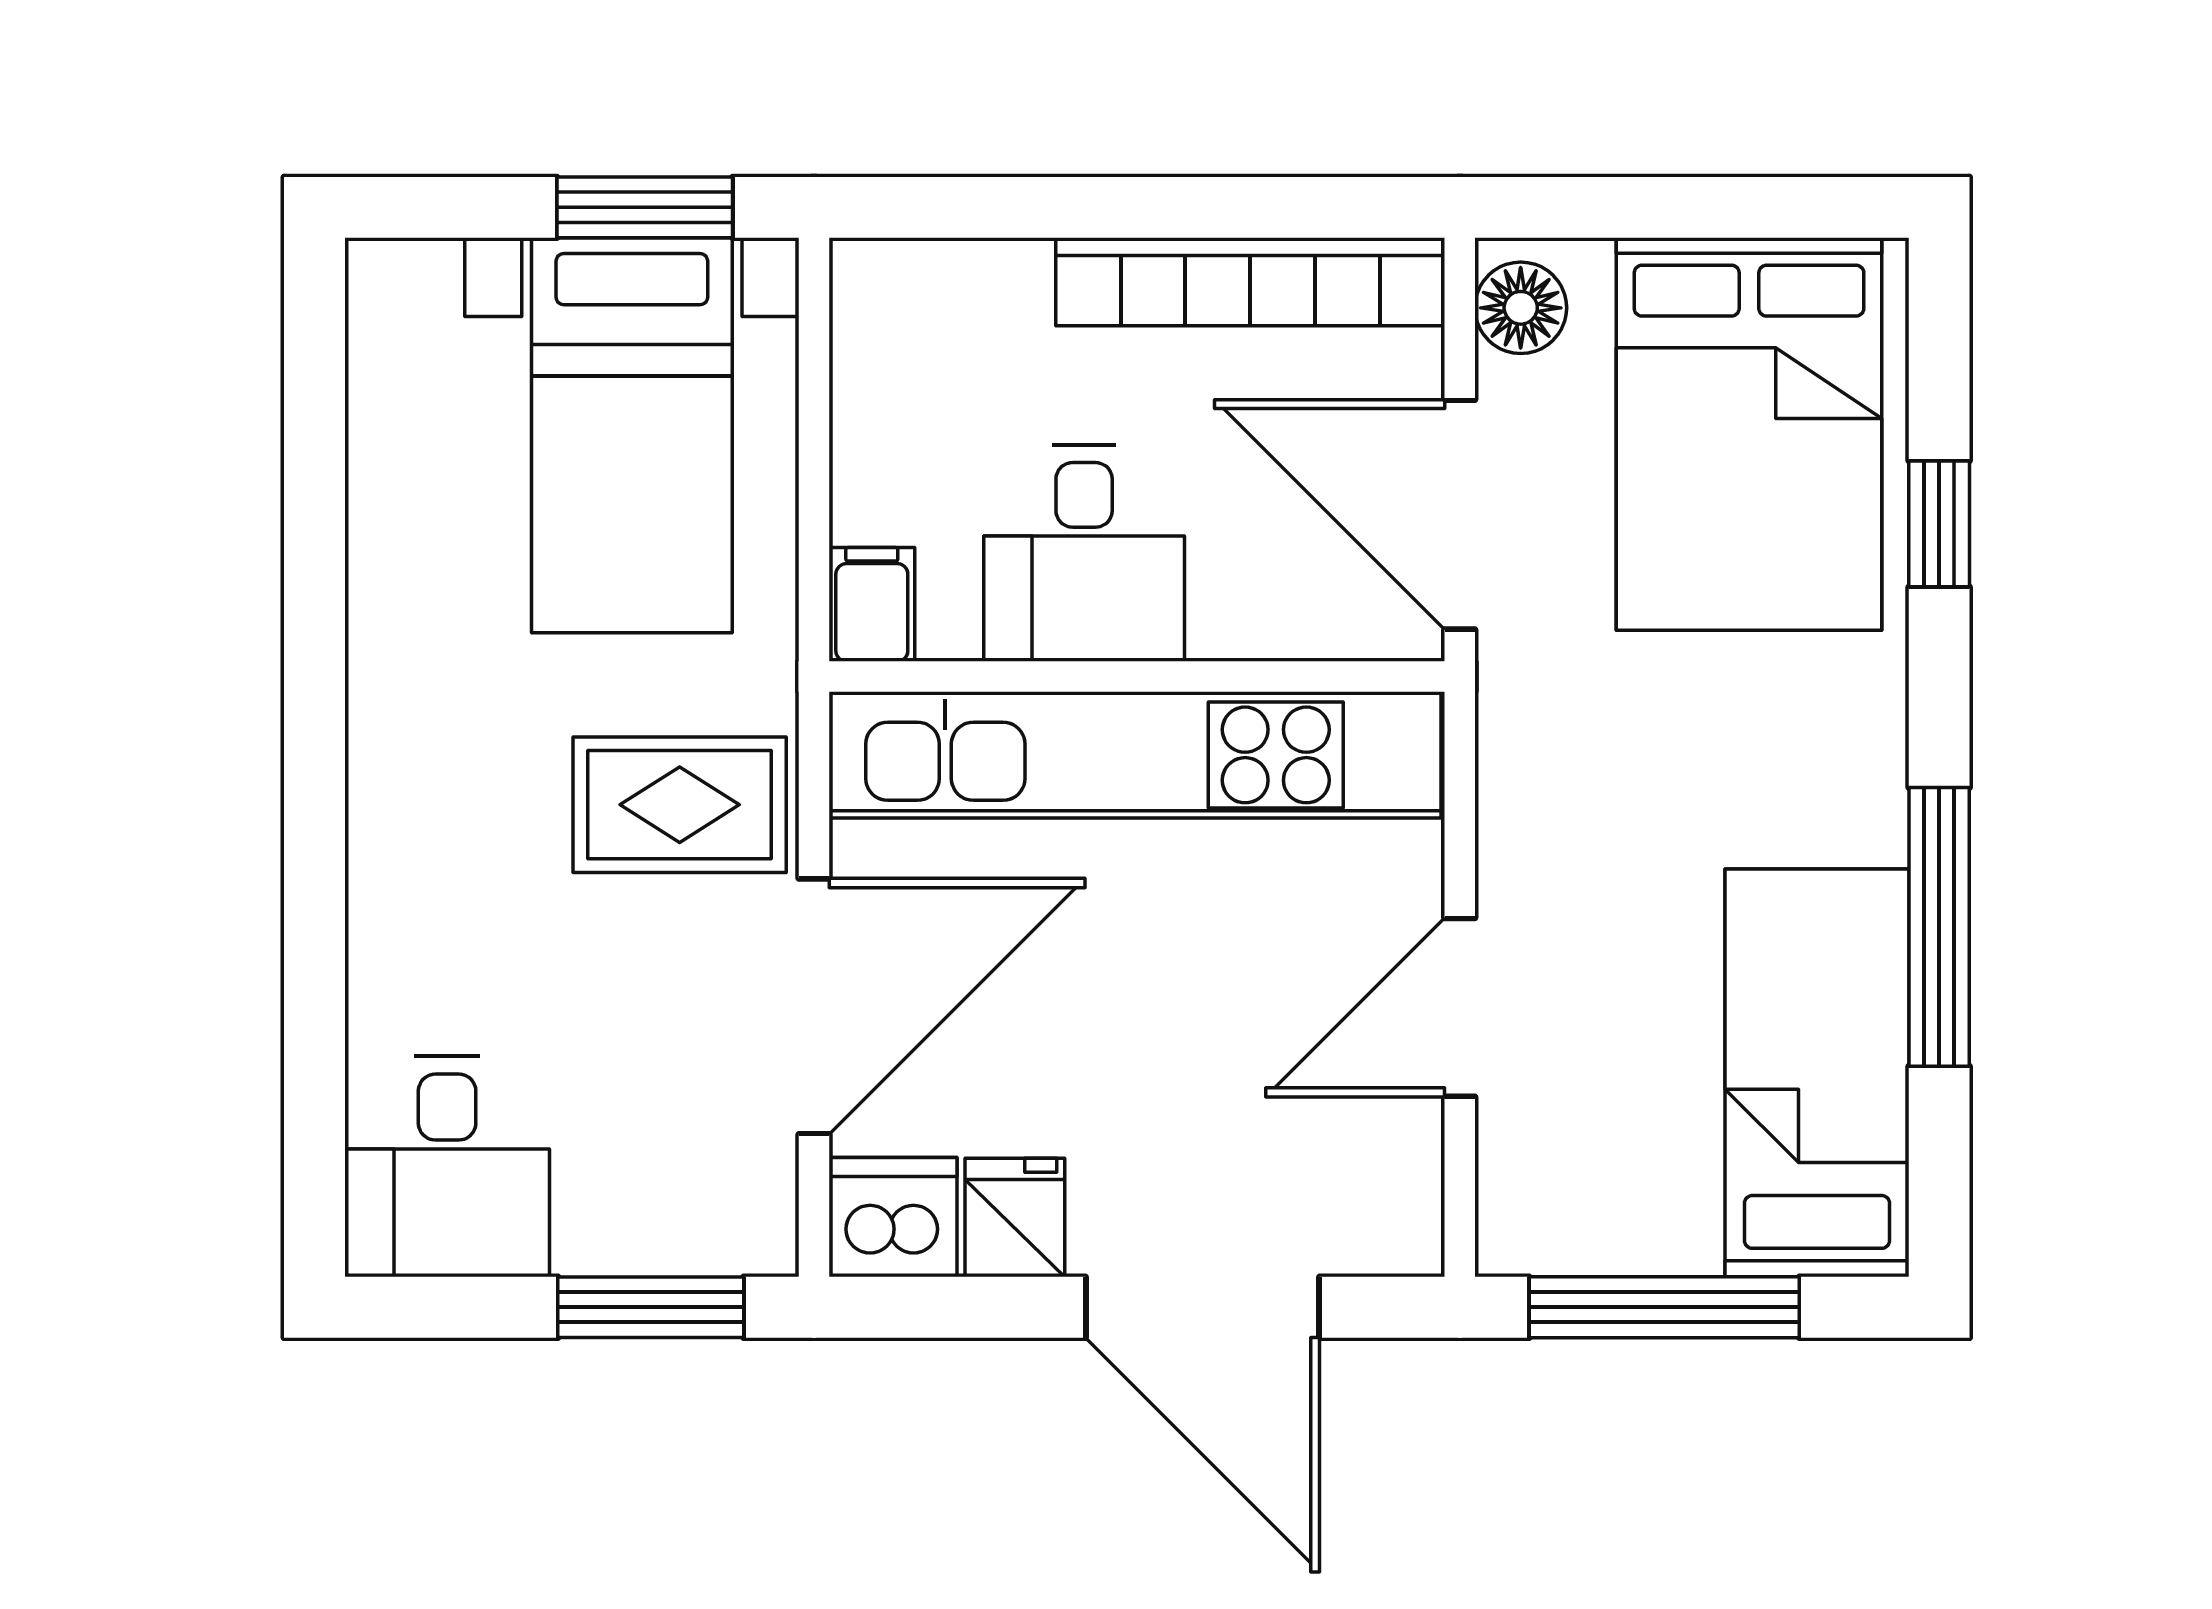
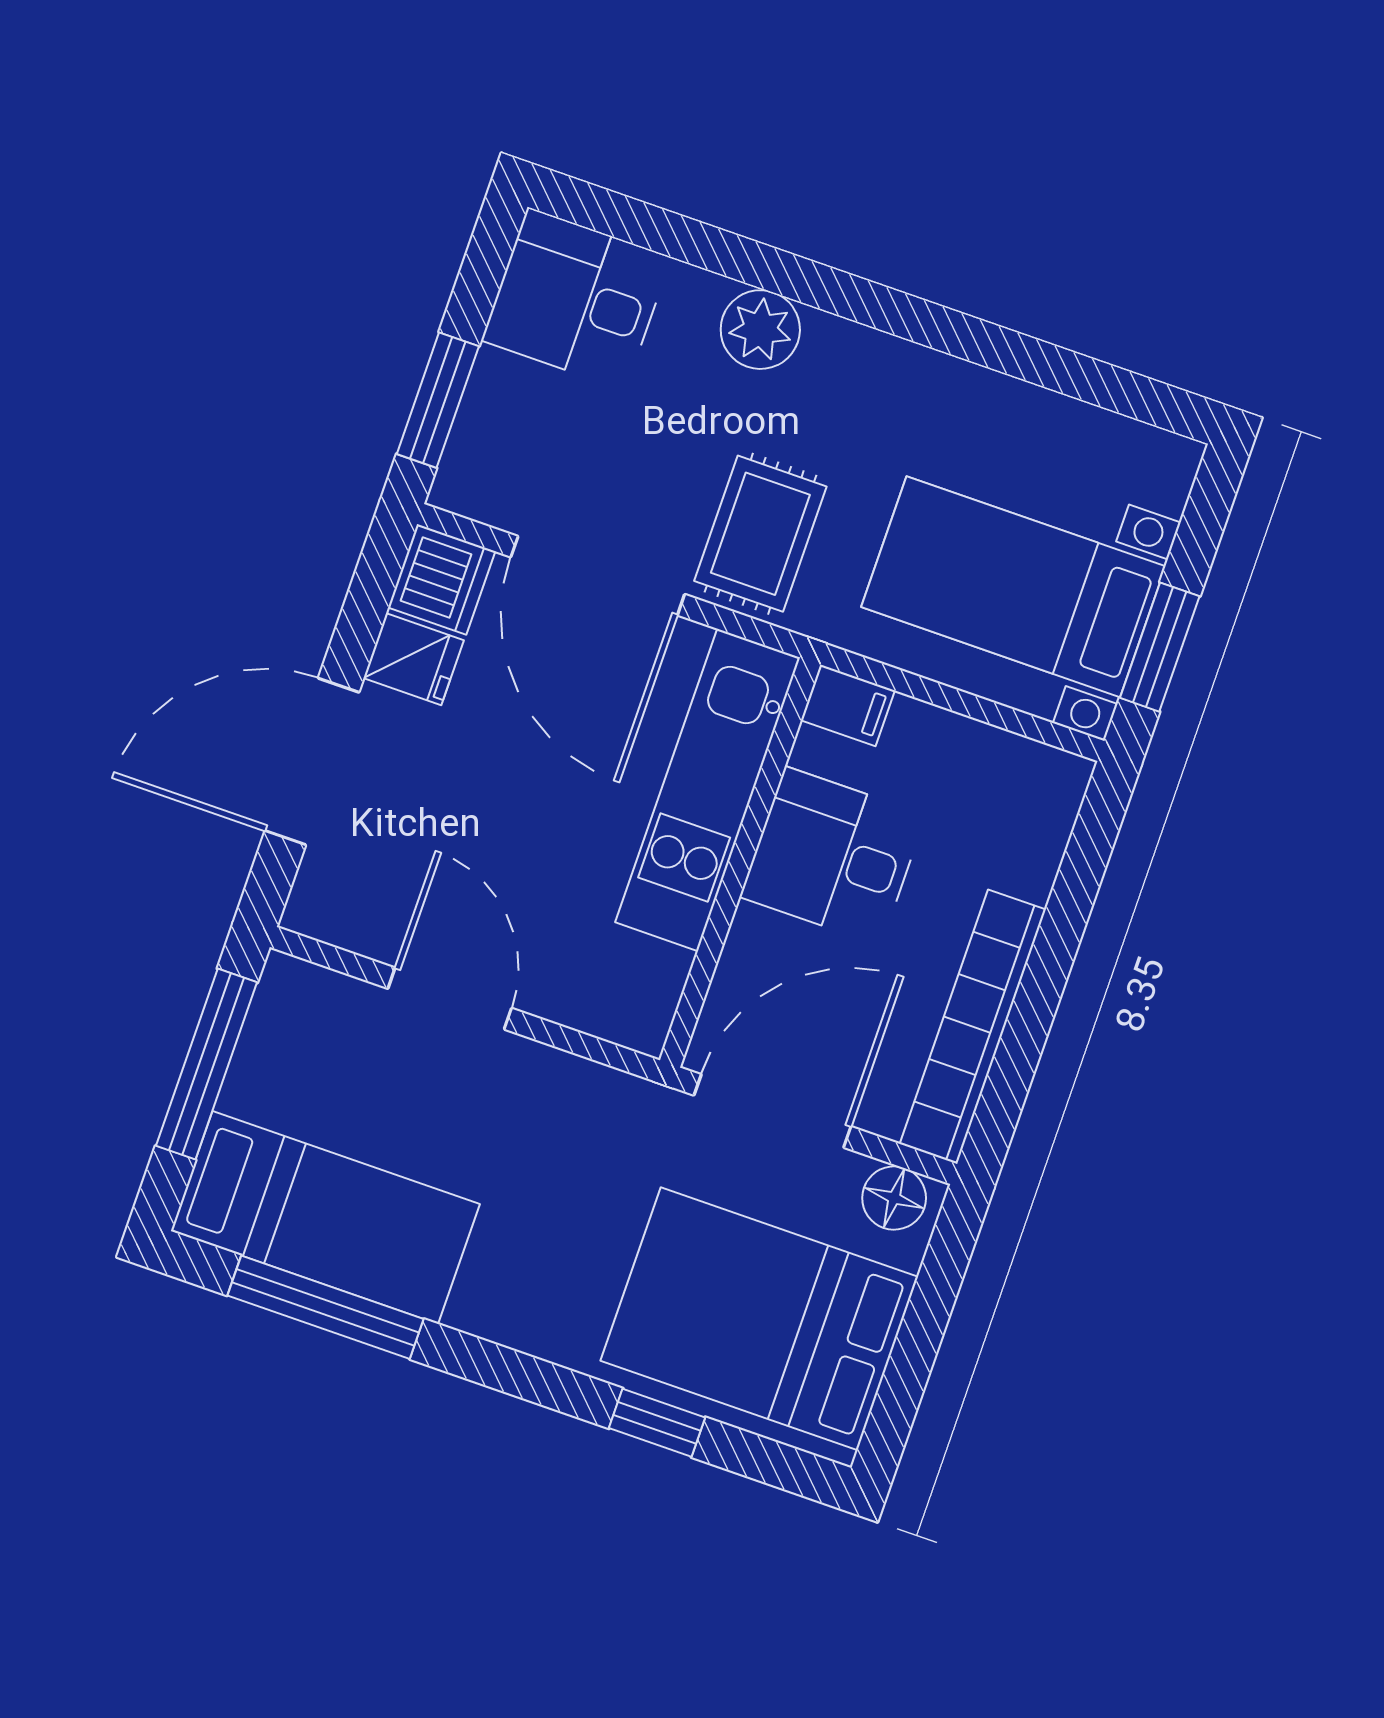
kitchen unit: (1135, 755) -> (708, 790), width x0.73
plant: (402, 902) -> (760, 330), added
window: (1939, 927) -> (325, 1307), moved

